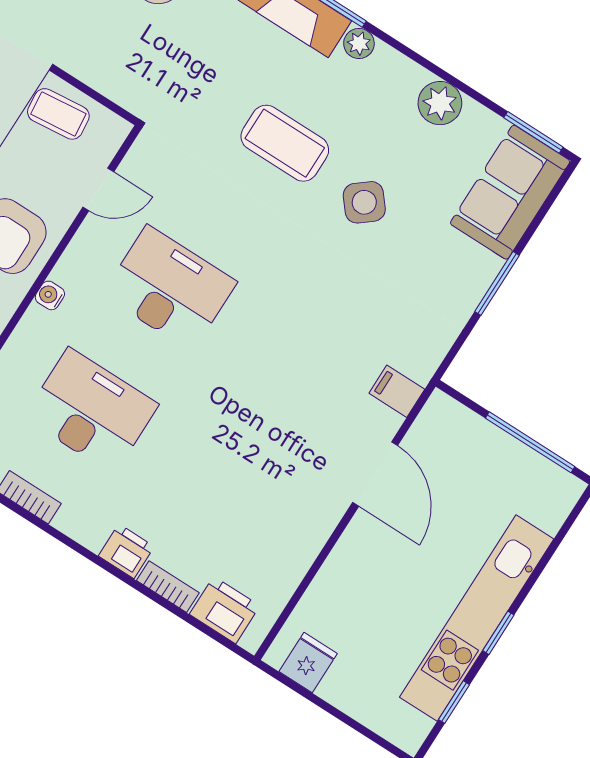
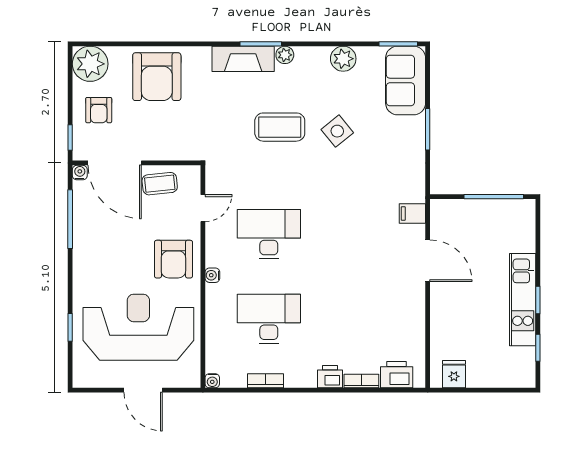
kitchen unit: (477, 618) -> (523, 300), width x0.73

